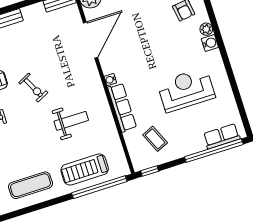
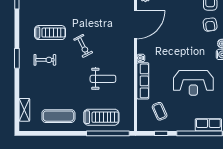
reception desk: (186, 90) -> (193, 83), turned 180
treadmill: (85, 169) -> (101, 117), turned 180
window: (150, 171) -> (161, 133), moved

